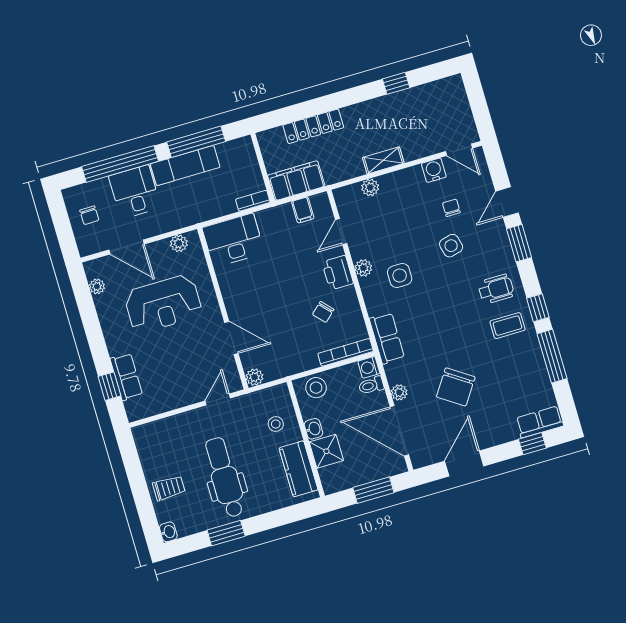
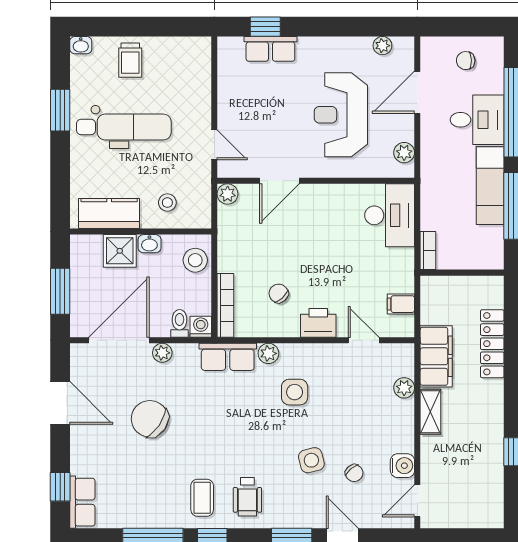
filing cabinet: (296, 181) -> (436, 356), moved
chair: (451, 208) -> (354, 473), turned 50
plant: (363, 268) -> (268, 353), moved

